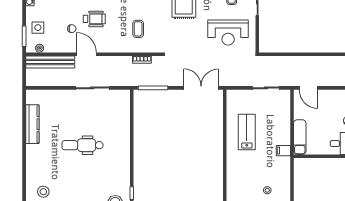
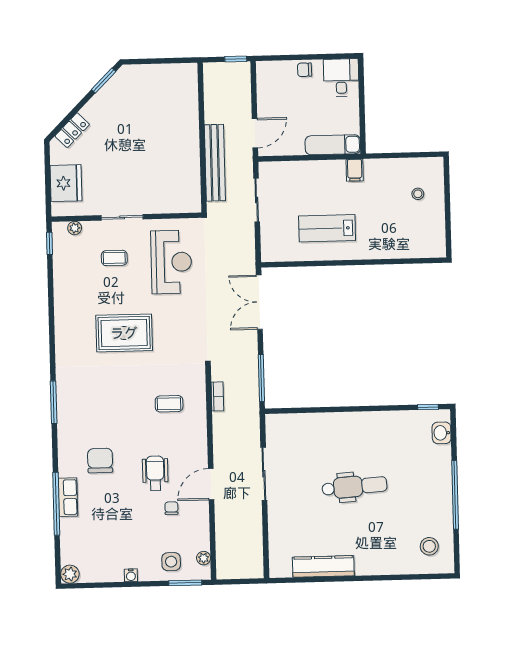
bench: (50, 62) -> (215, 163), moved
dental chair: (82, 145) -> (354, 487), turned -94

